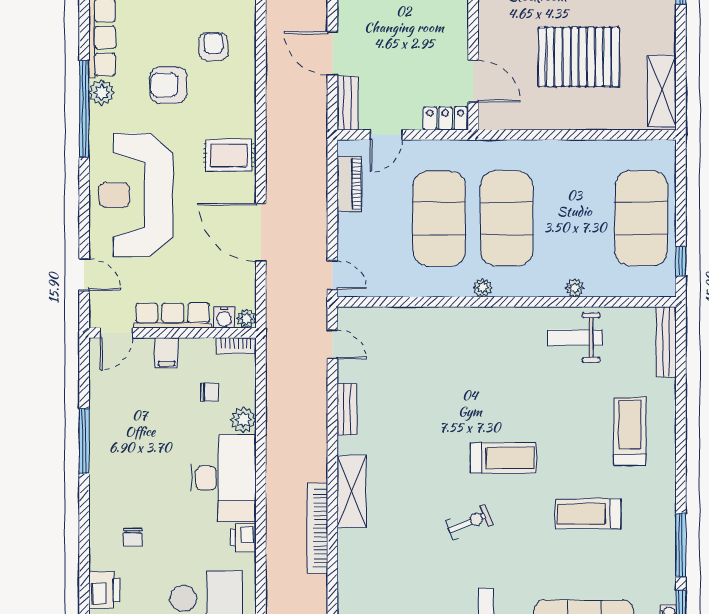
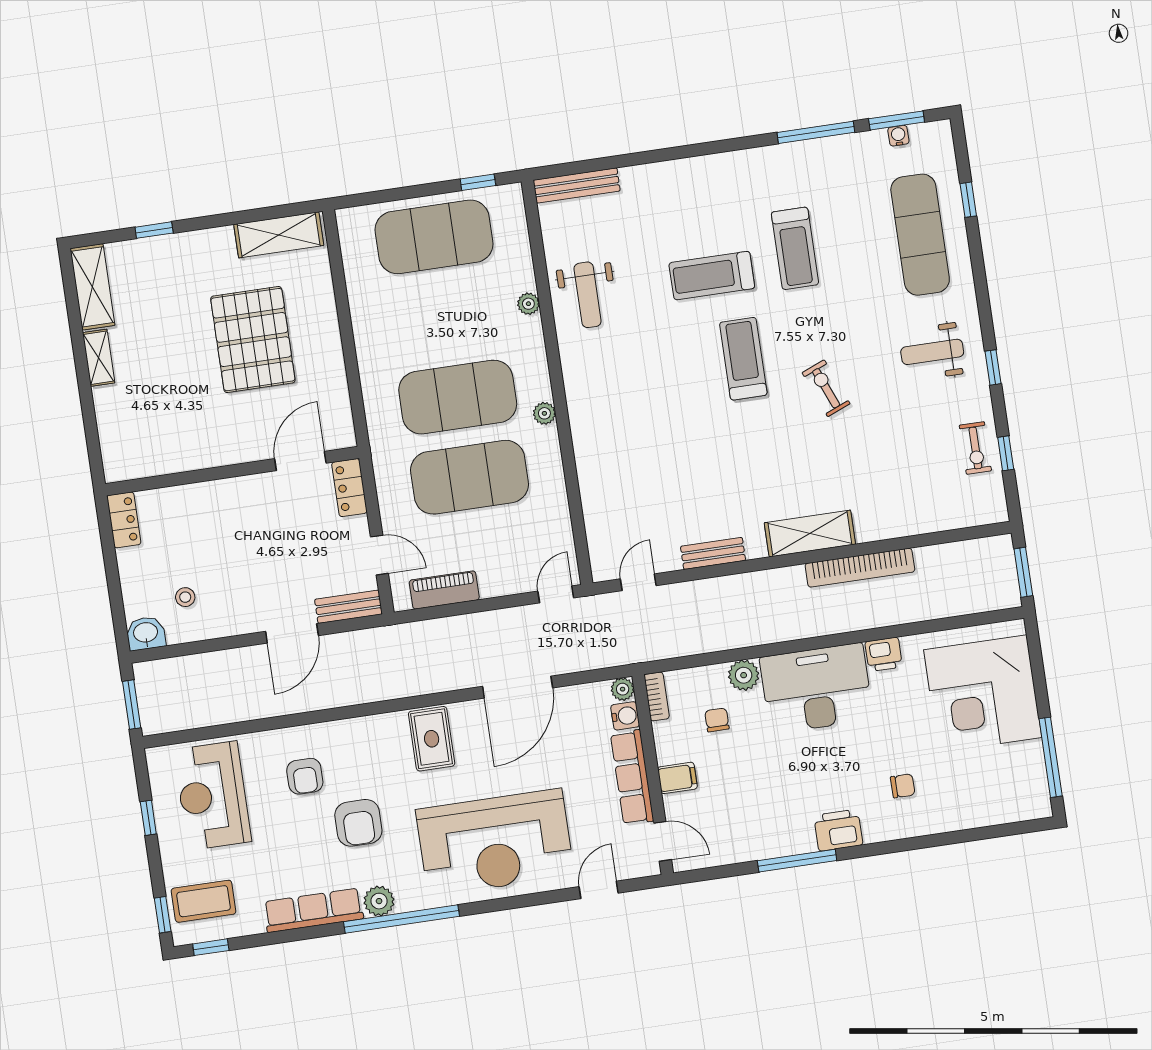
armchair: (213, 47) -> (305, 776), turned -90
treadmill: (630, 431) -> (712, 276), moved
printer: (104, 590) -> (838, 830), moved

